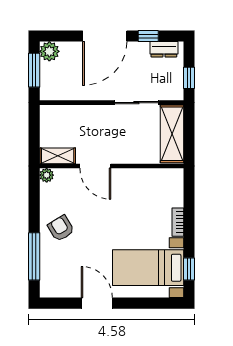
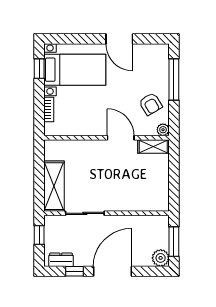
shelving: (58, 156) -> (153, 147), moved
door: (95, 166) -> (121, 138), moved
wall: (112, 166) -> (106, 138), moved
plant: (47, 175) -> (163, 130), moved

